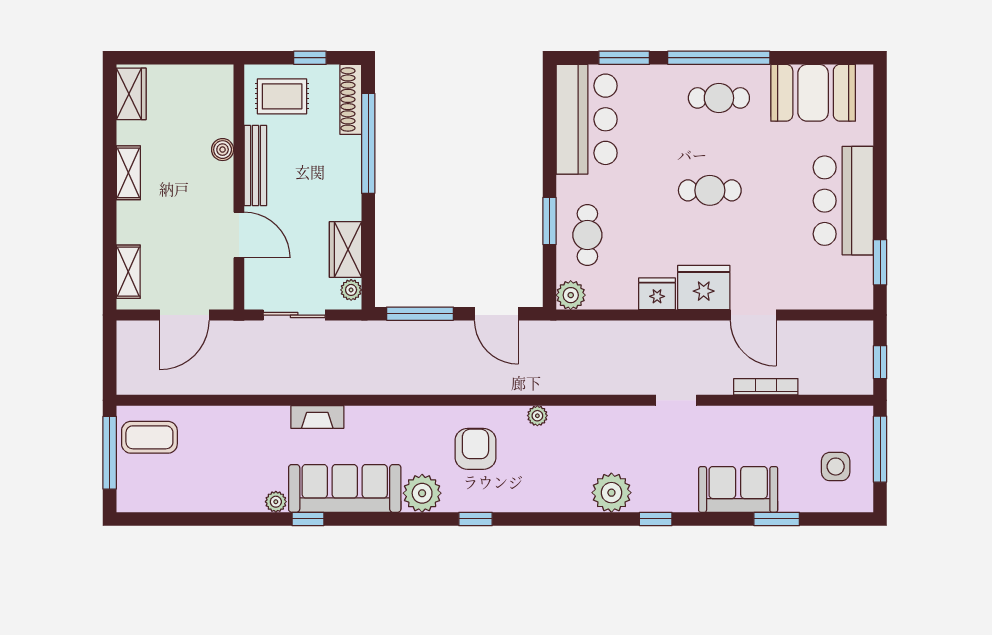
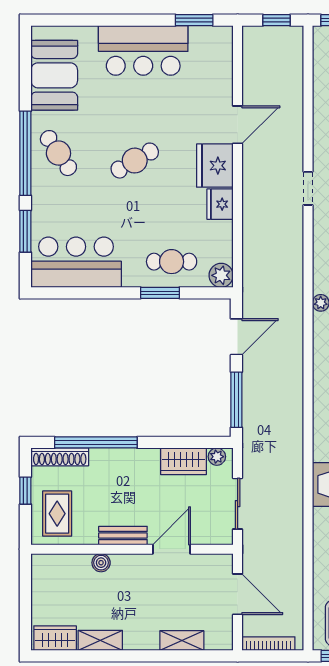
cafe table: (719, 98) -> (58, 153), turned -34
bench: (255, 165) -> (123, 536), width x0.73
shelving: (128, 173) -> (100, 640), moved
cafe table: (710, 190) -> (135, 161), turned 60
shelving: (128, 272) -> (182, 641), moved
bookcase: (766, 387) -> (268, 644), moved, turned 90

